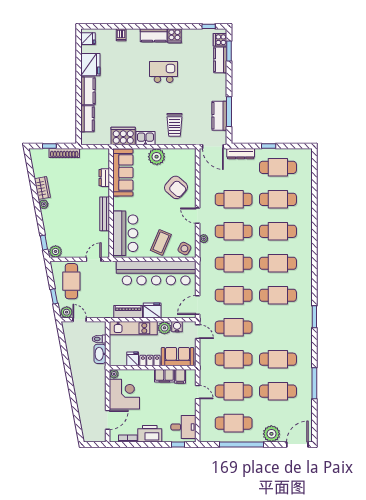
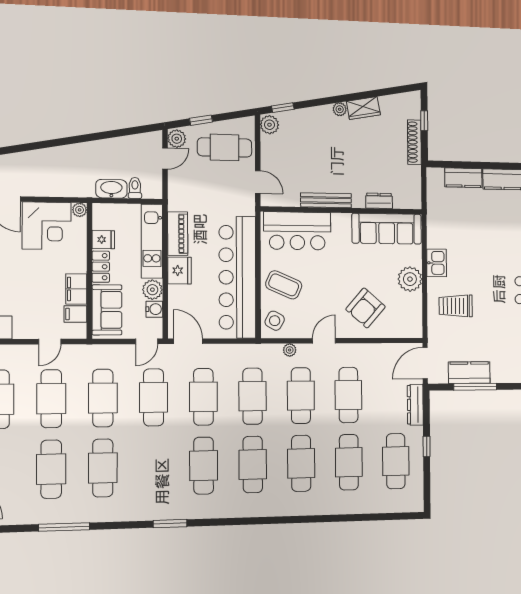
cooker: (123, 136) -> (439, 230), removed

